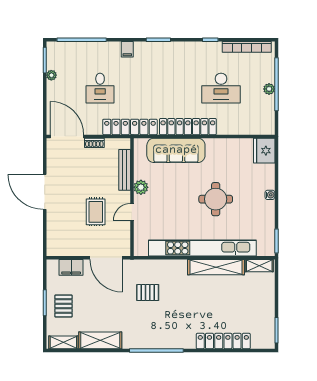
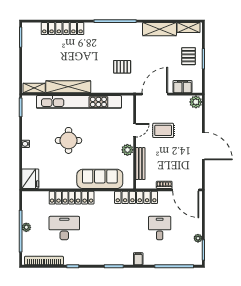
locker: (188, 127) -> (72, 198), moved
rug: (96, 212) -> (163, 130), turned 90
plant: (54, 248) -> (196, 102), added
door: (106, 258) -> (155, 94), hinge flipped

